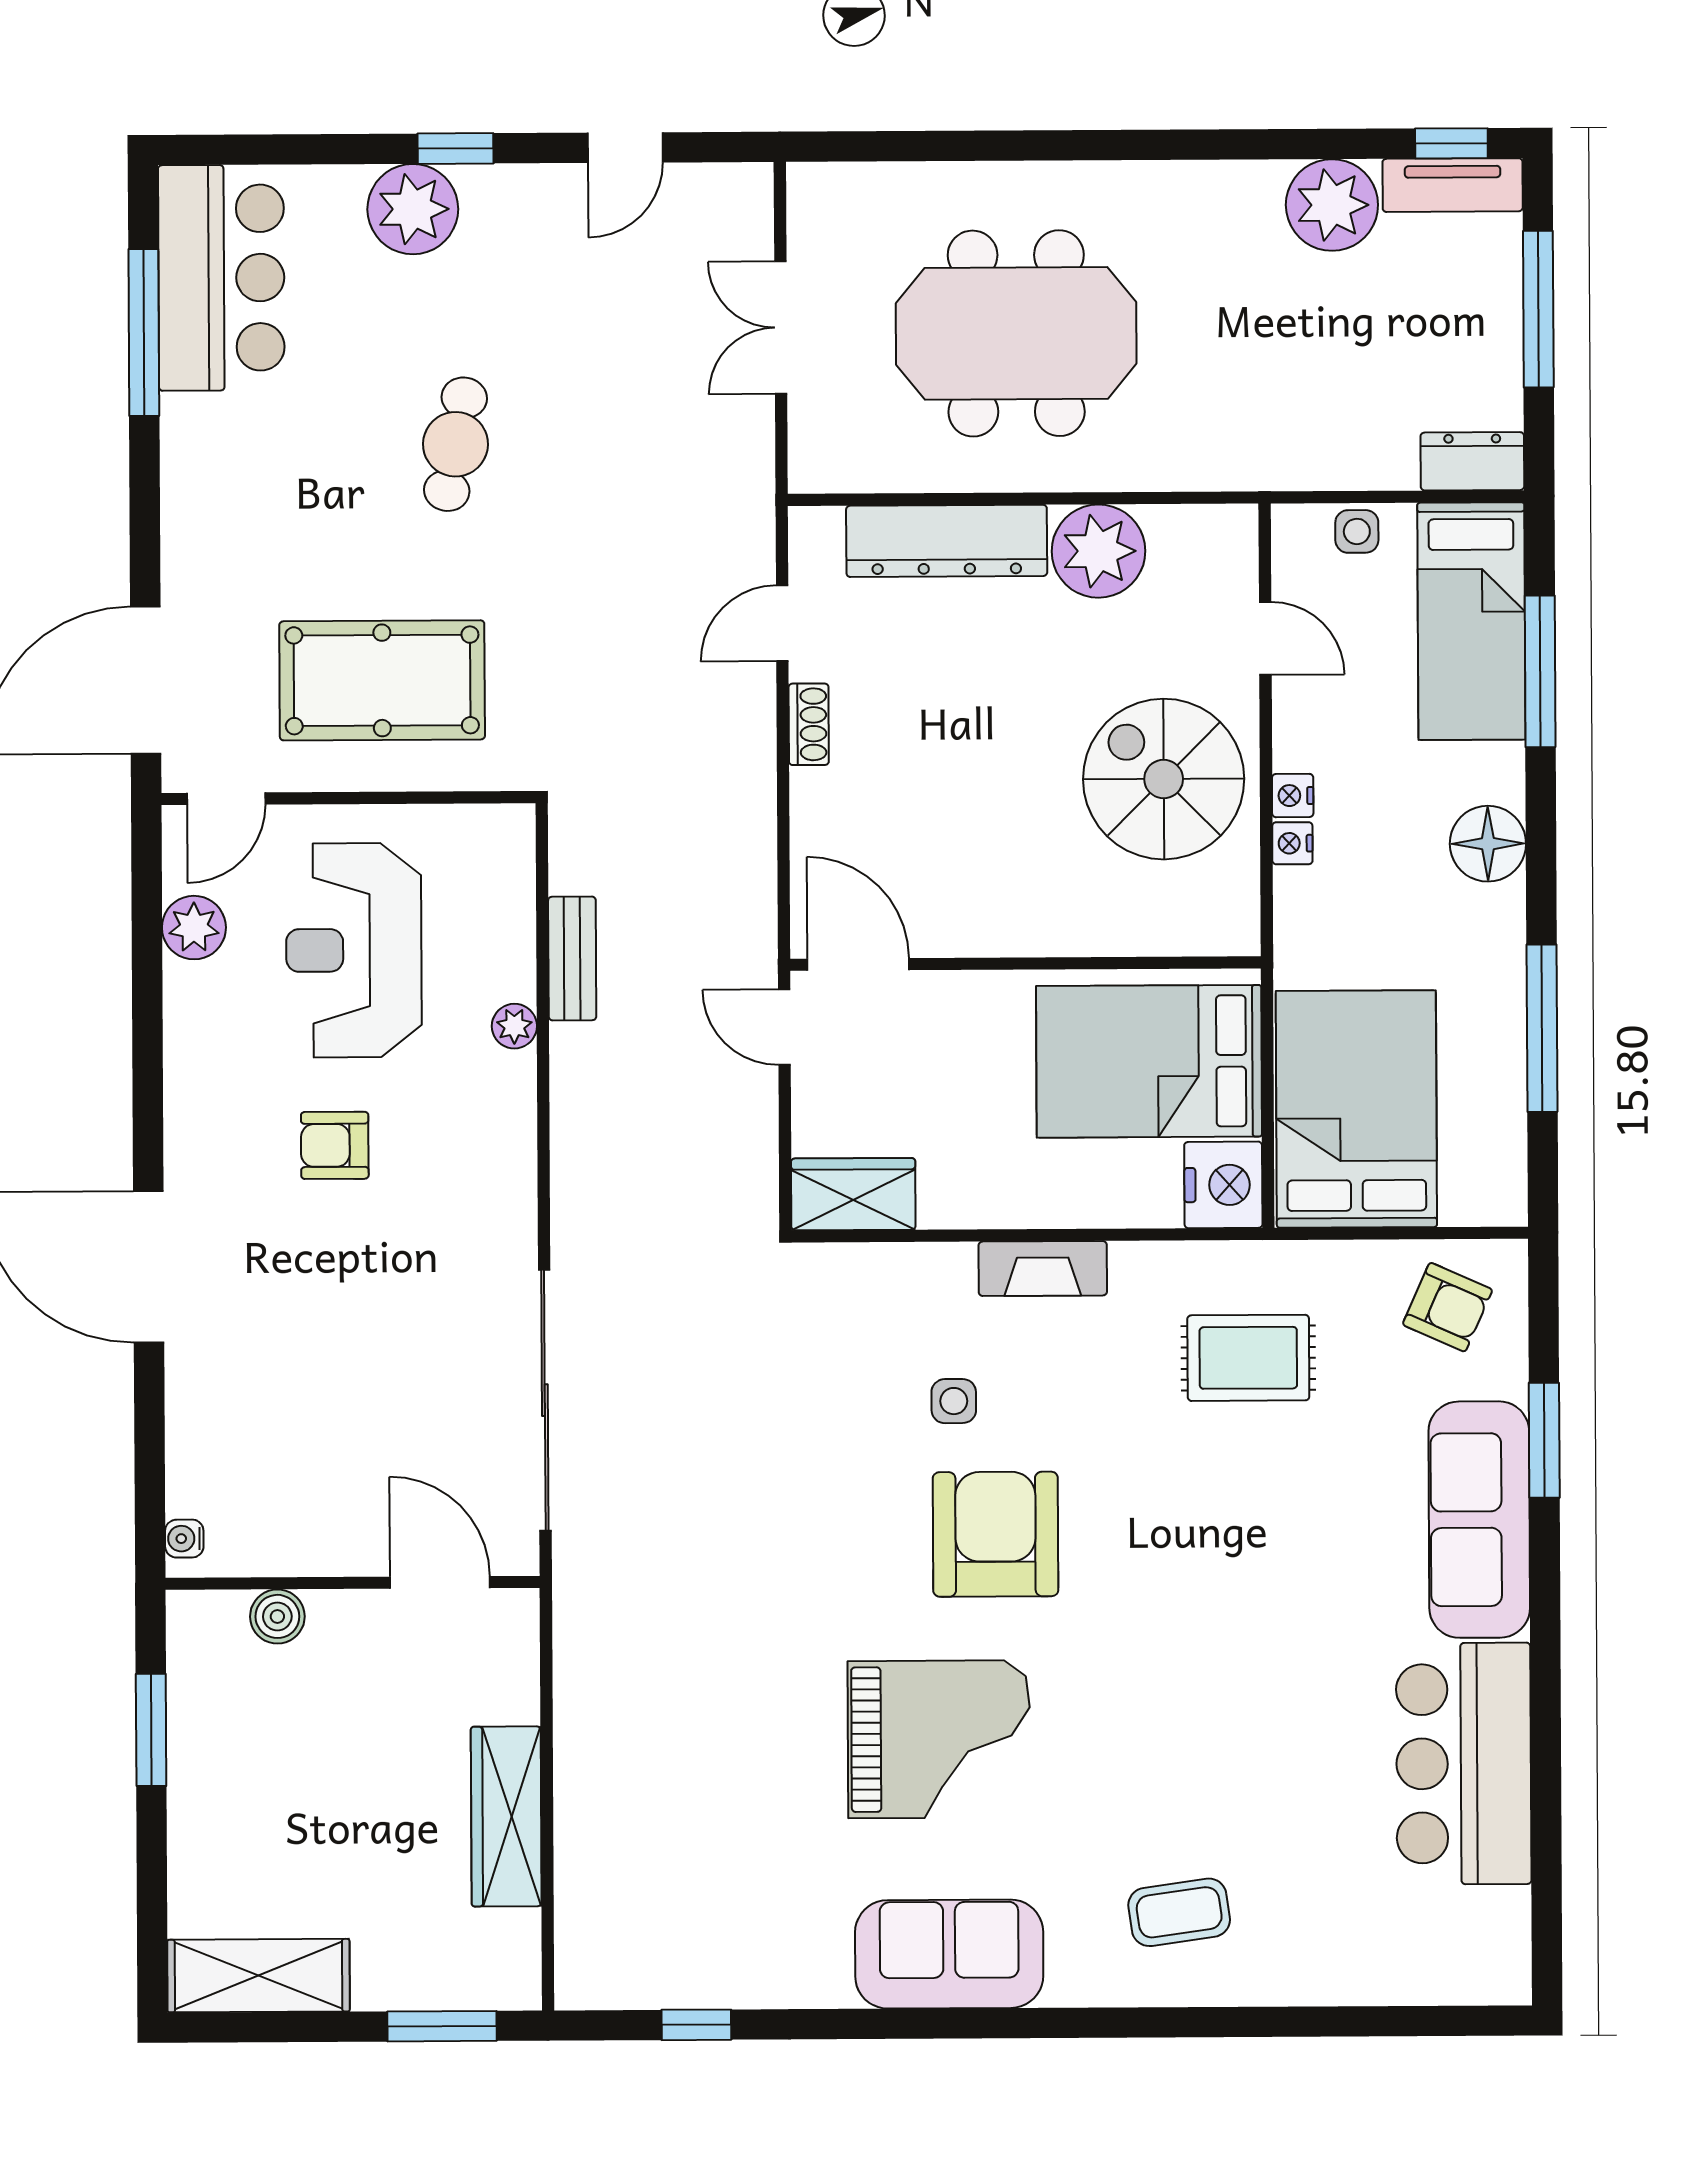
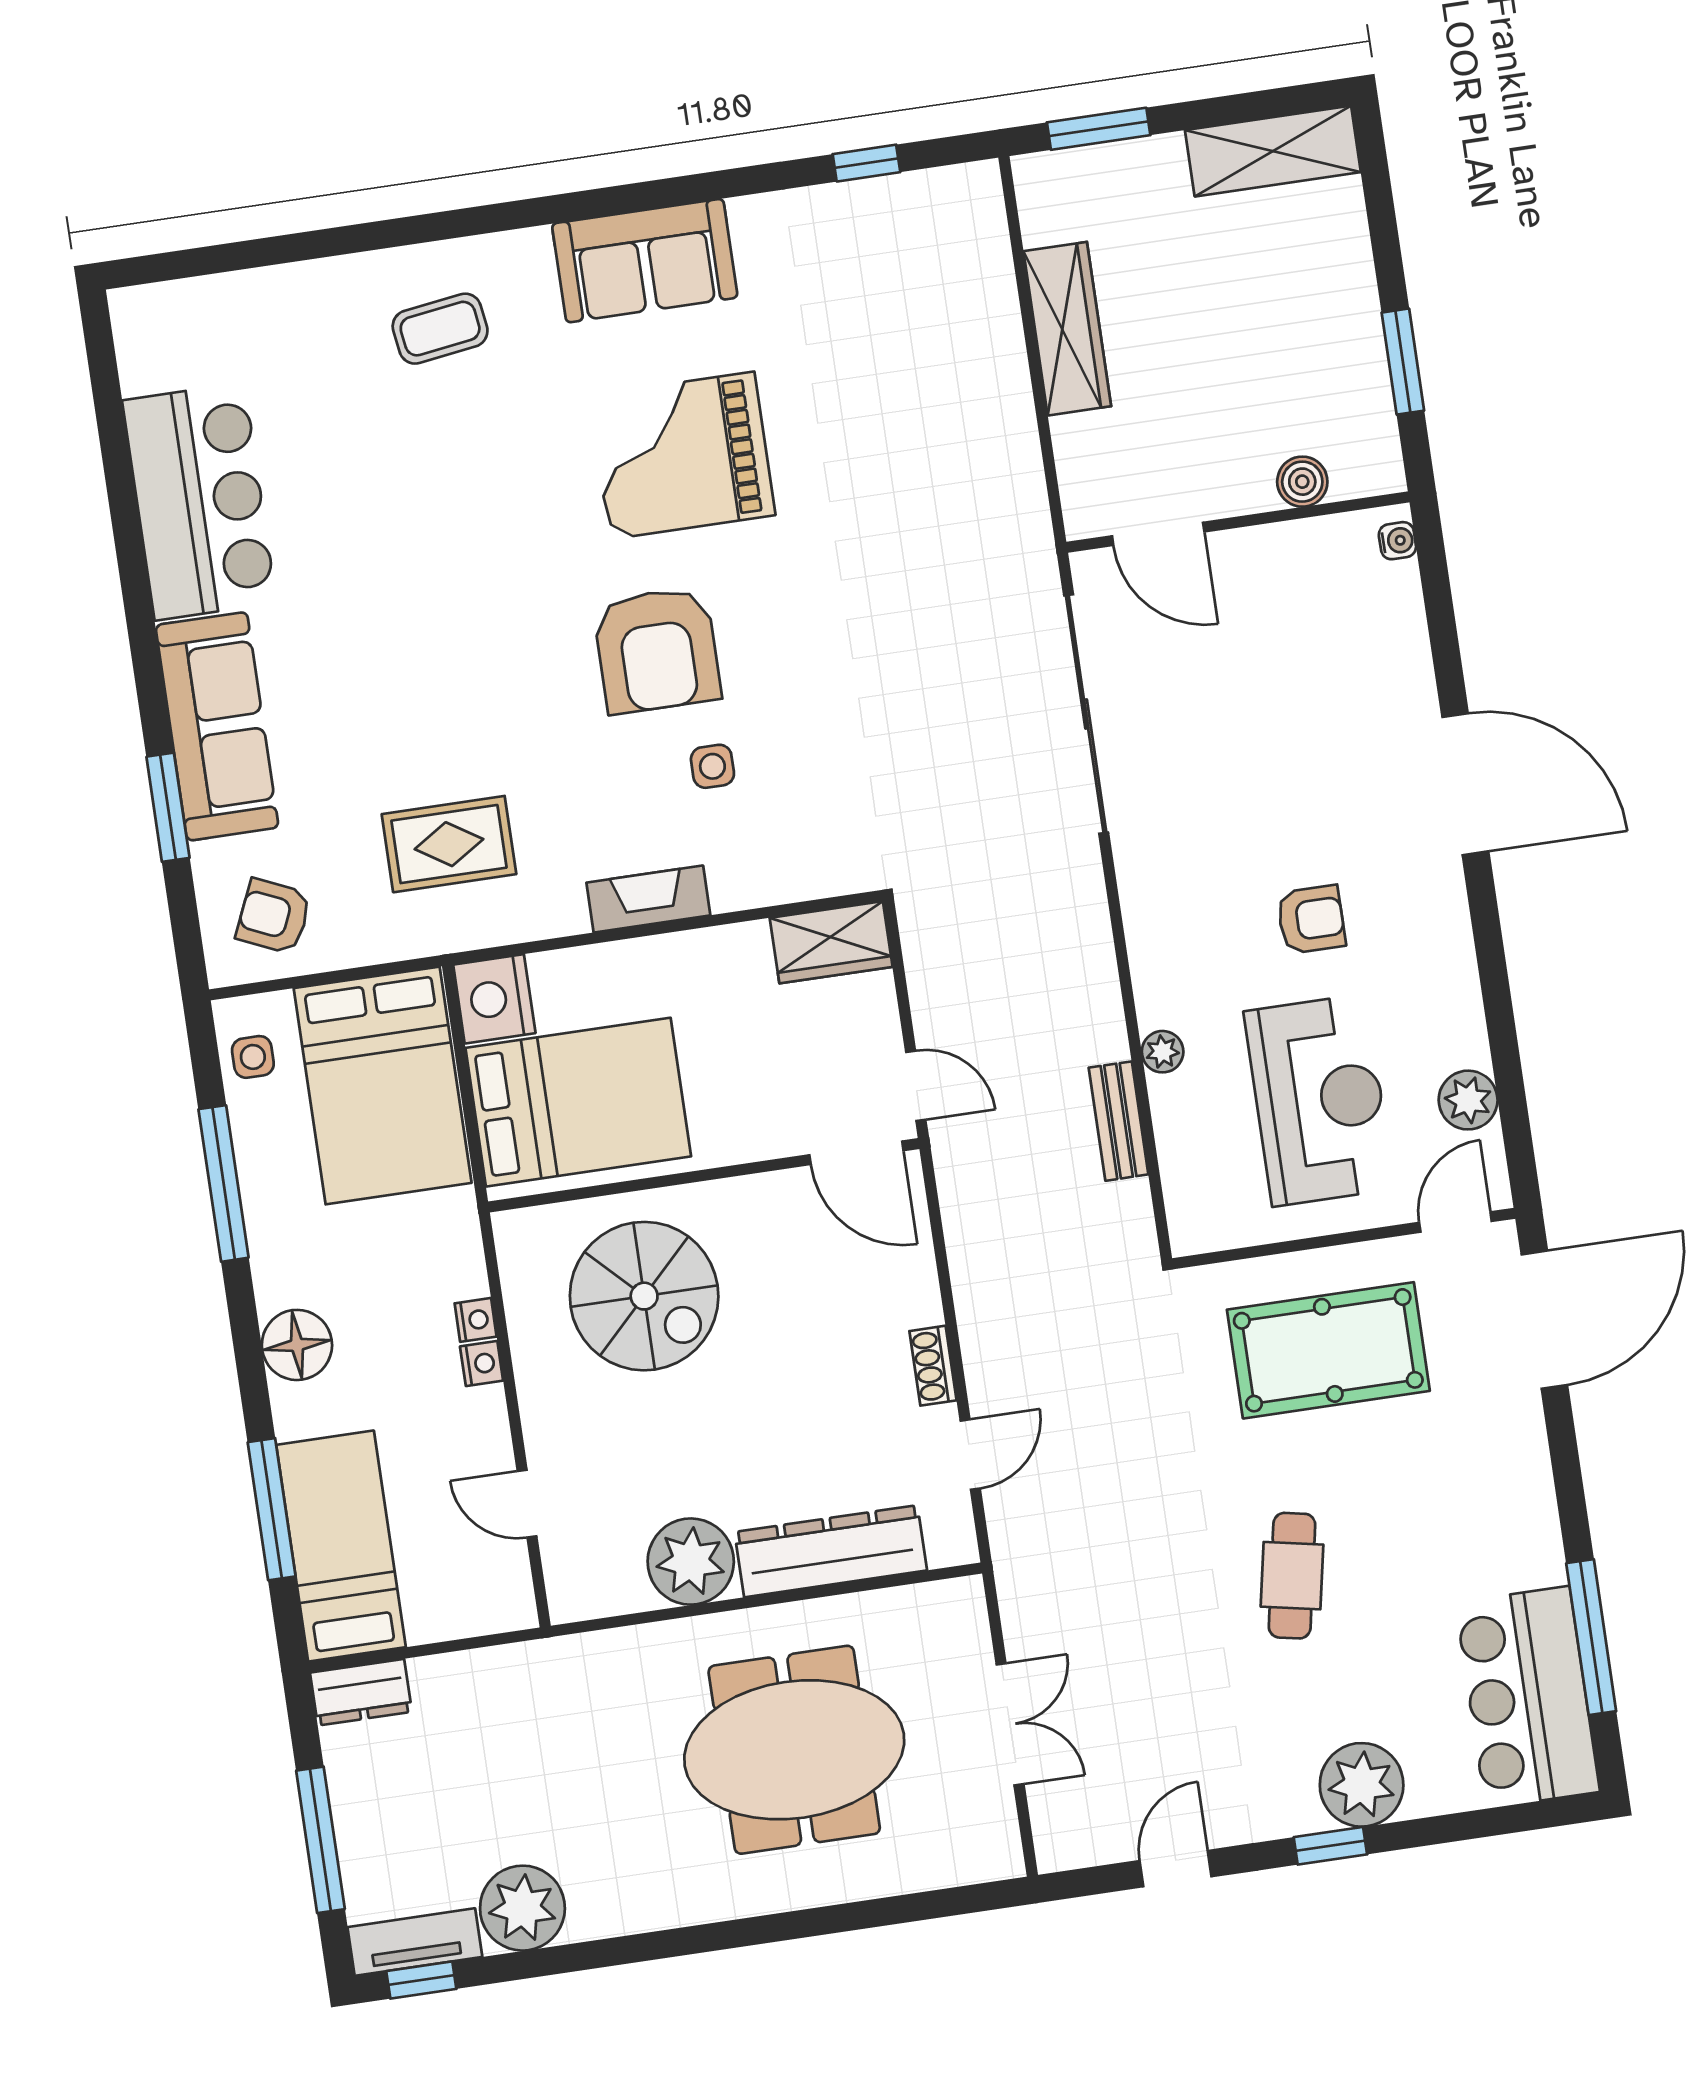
side table: (1357, 531) -> (253, 1057), moved
spiral stairs: (1164, 779) -> (644, 1296), moved

